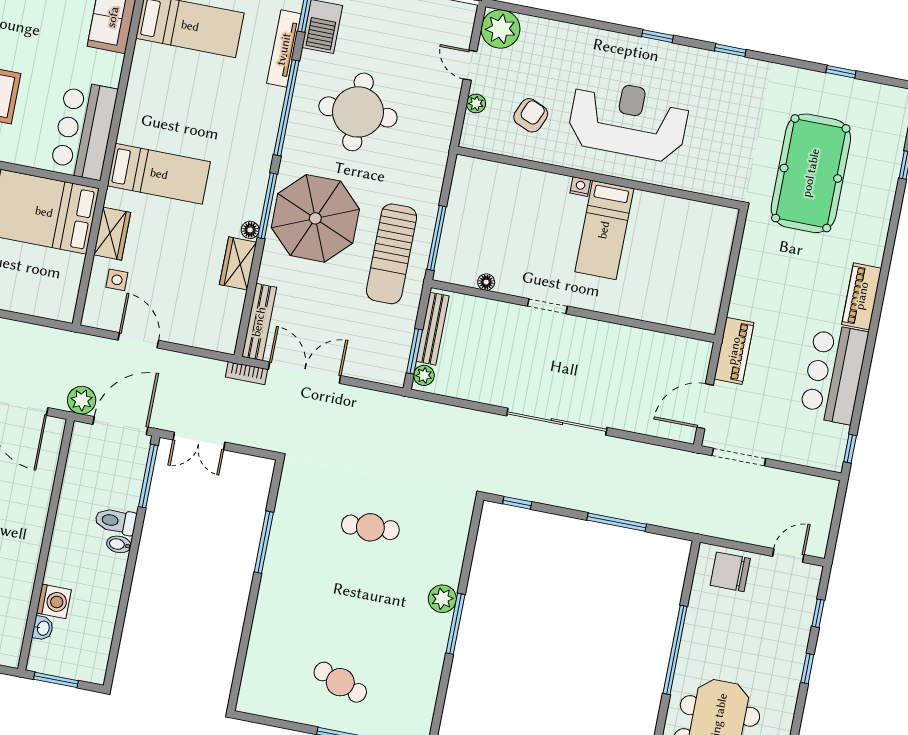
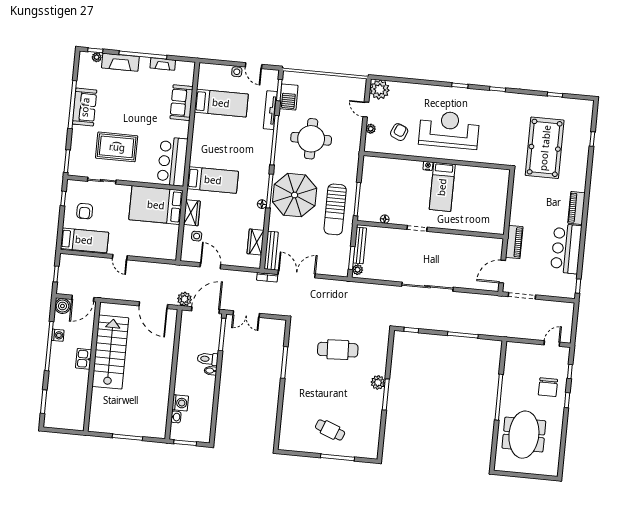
wardrobe: (238, 263) -> (255, 242), moved
cafe table: (370, 527) -> (338, 350), width x1.37, depth x1.35
chair: (730, 572) -> (548, 387), moved, turned -90

